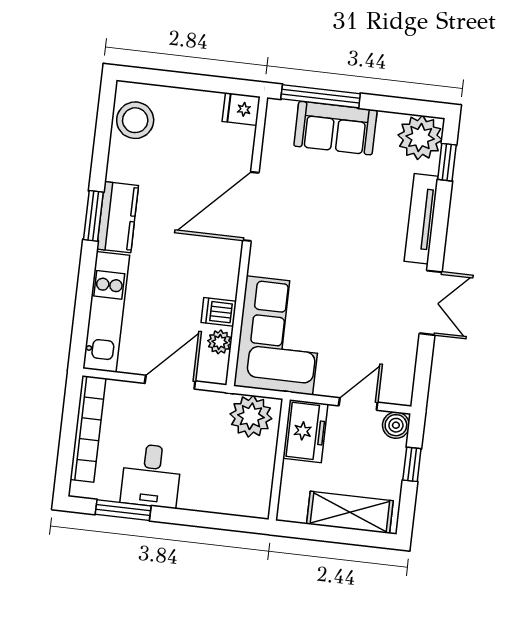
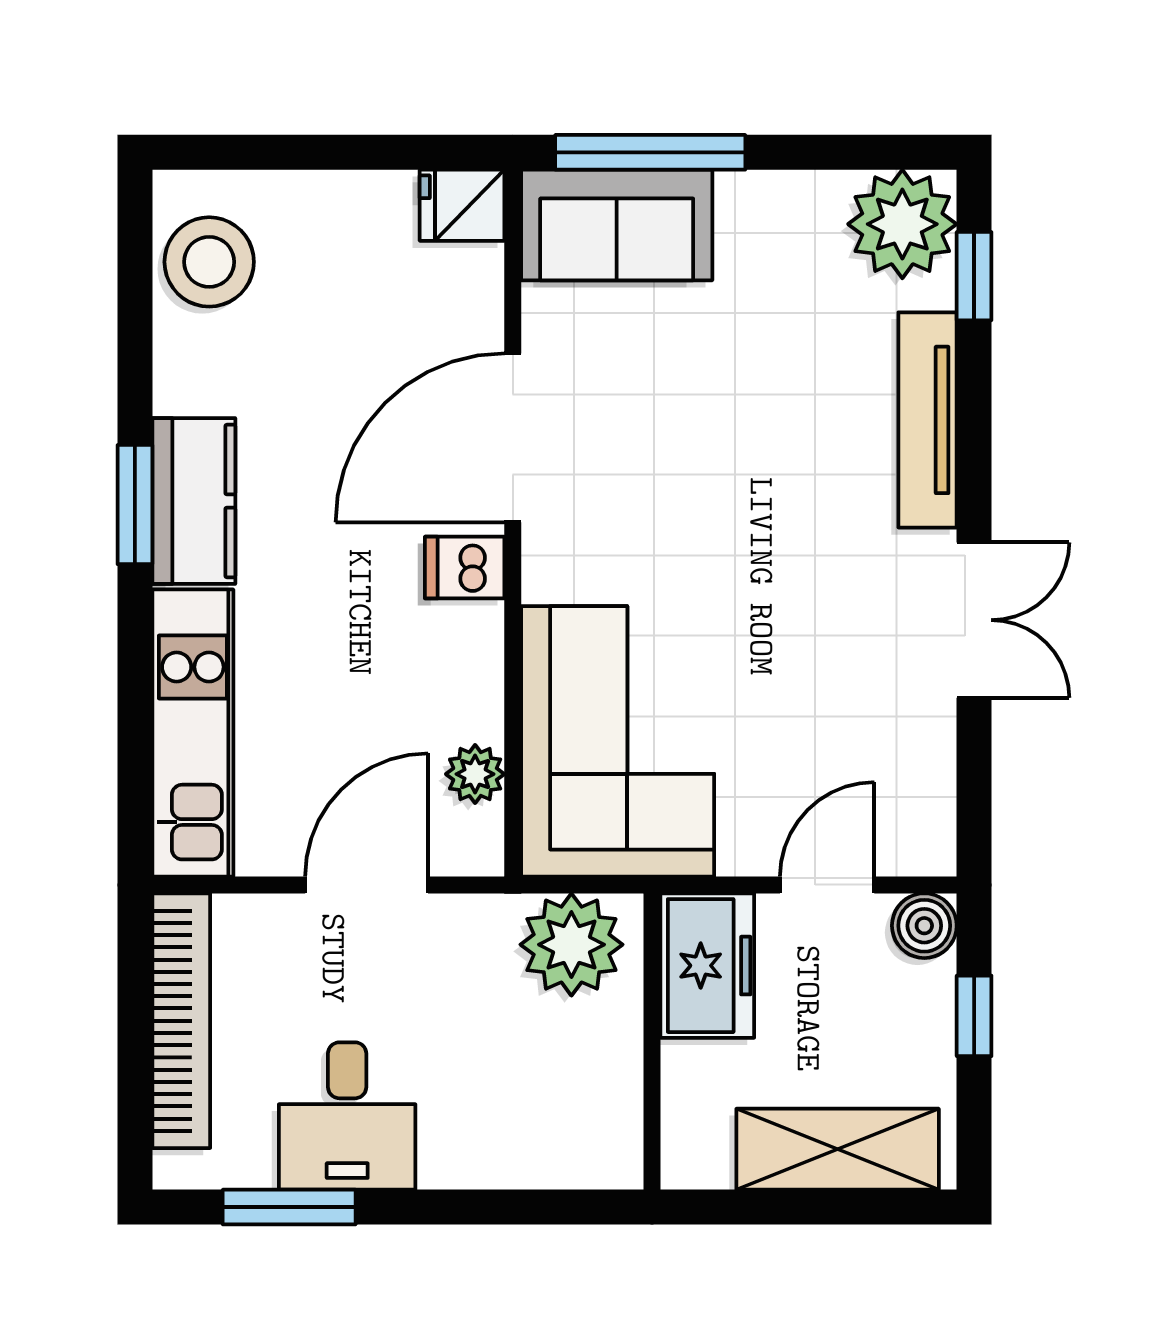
sofa: (335, 128) -> (617, 225), moved
dishwasher: (219, 312) -> (465, 568), moved

